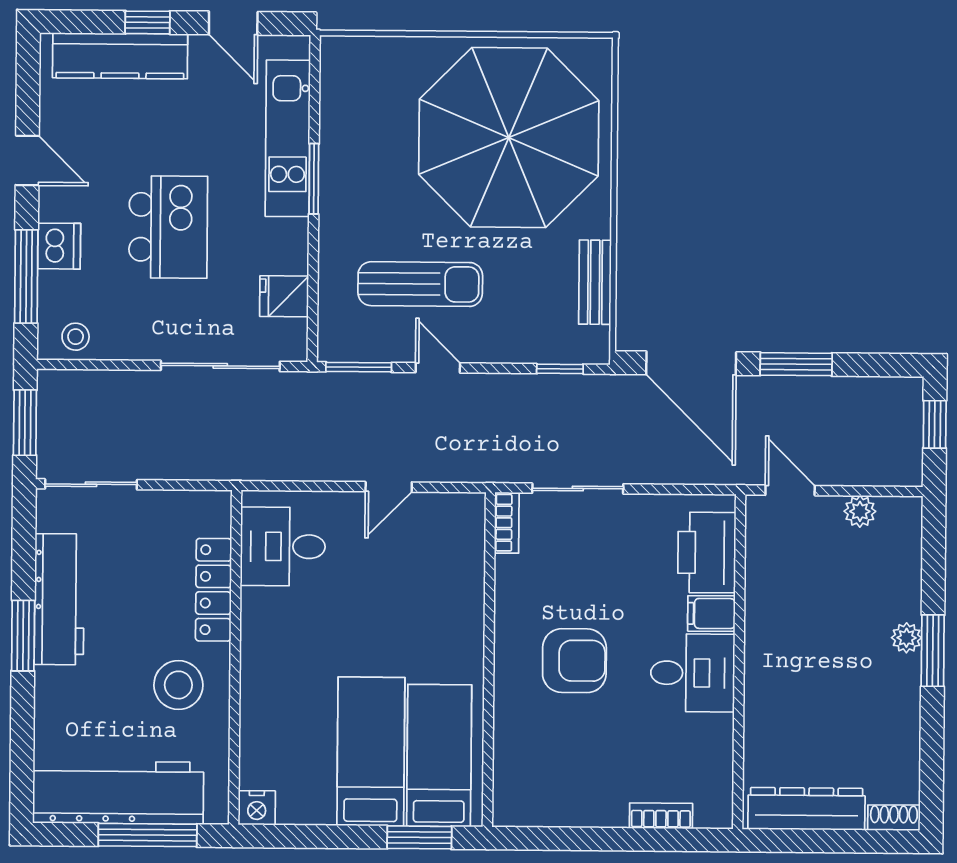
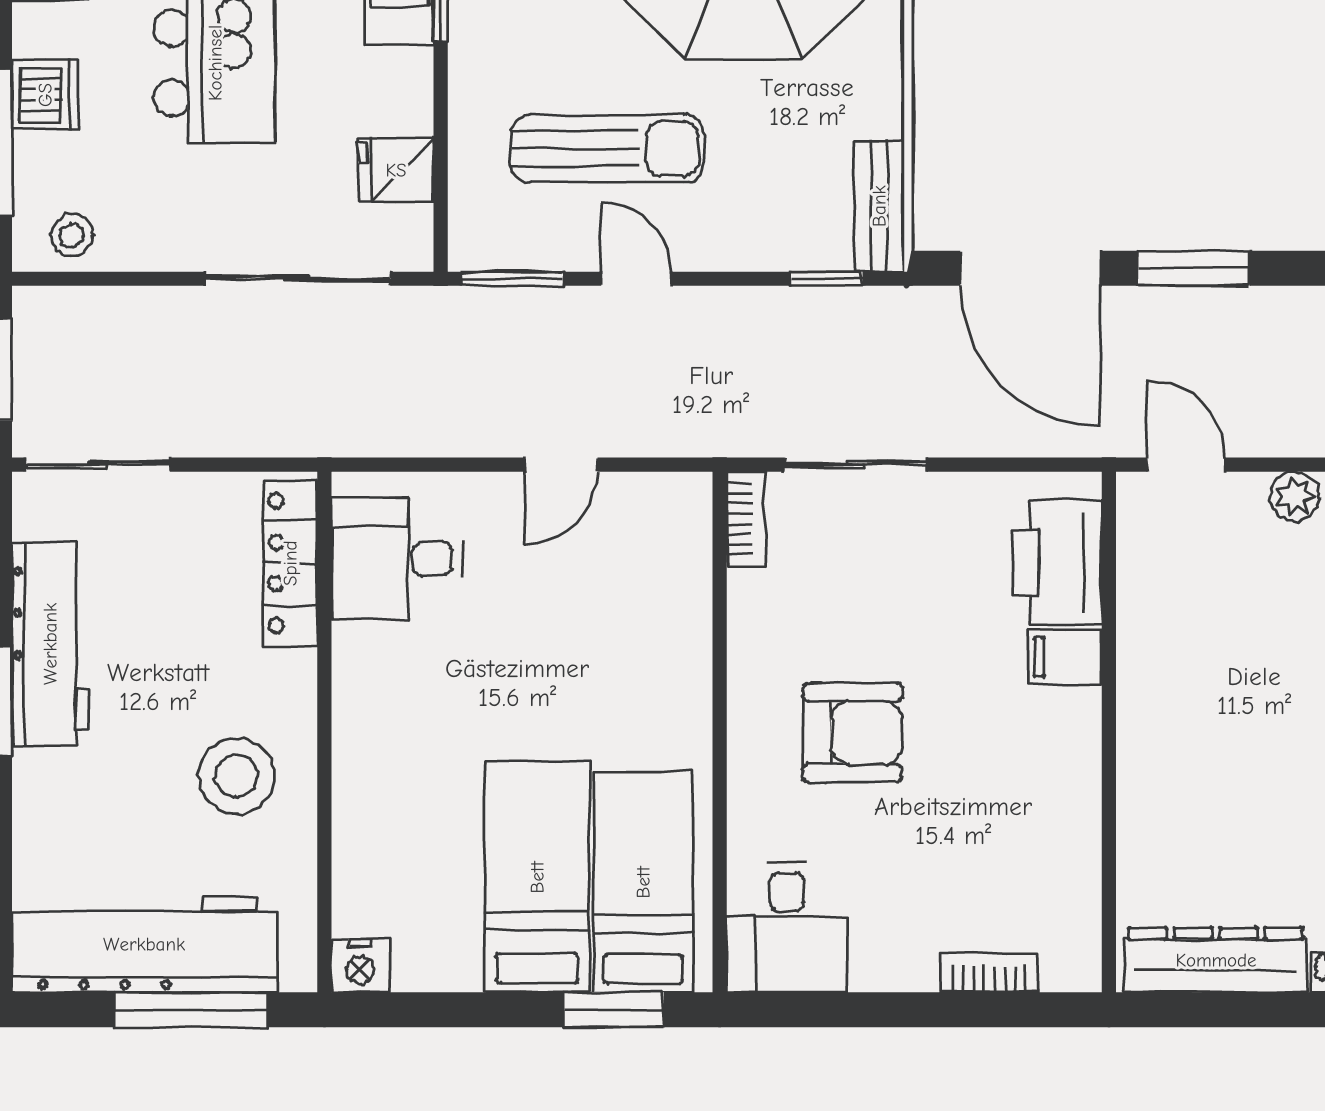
bench: (595, 282) -> (879, 206), moved
locker: (213, 590) -> (290, 563), moved
desk: (693, 673) -> (787, 927), moved, turned 90

